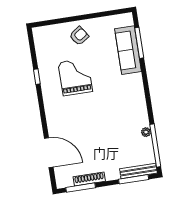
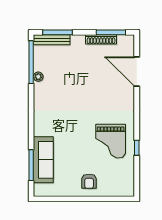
armchair: (79, 36) -> (89, 181), turned -56
grand piano: (75, 77) -> (111, 141), moved

